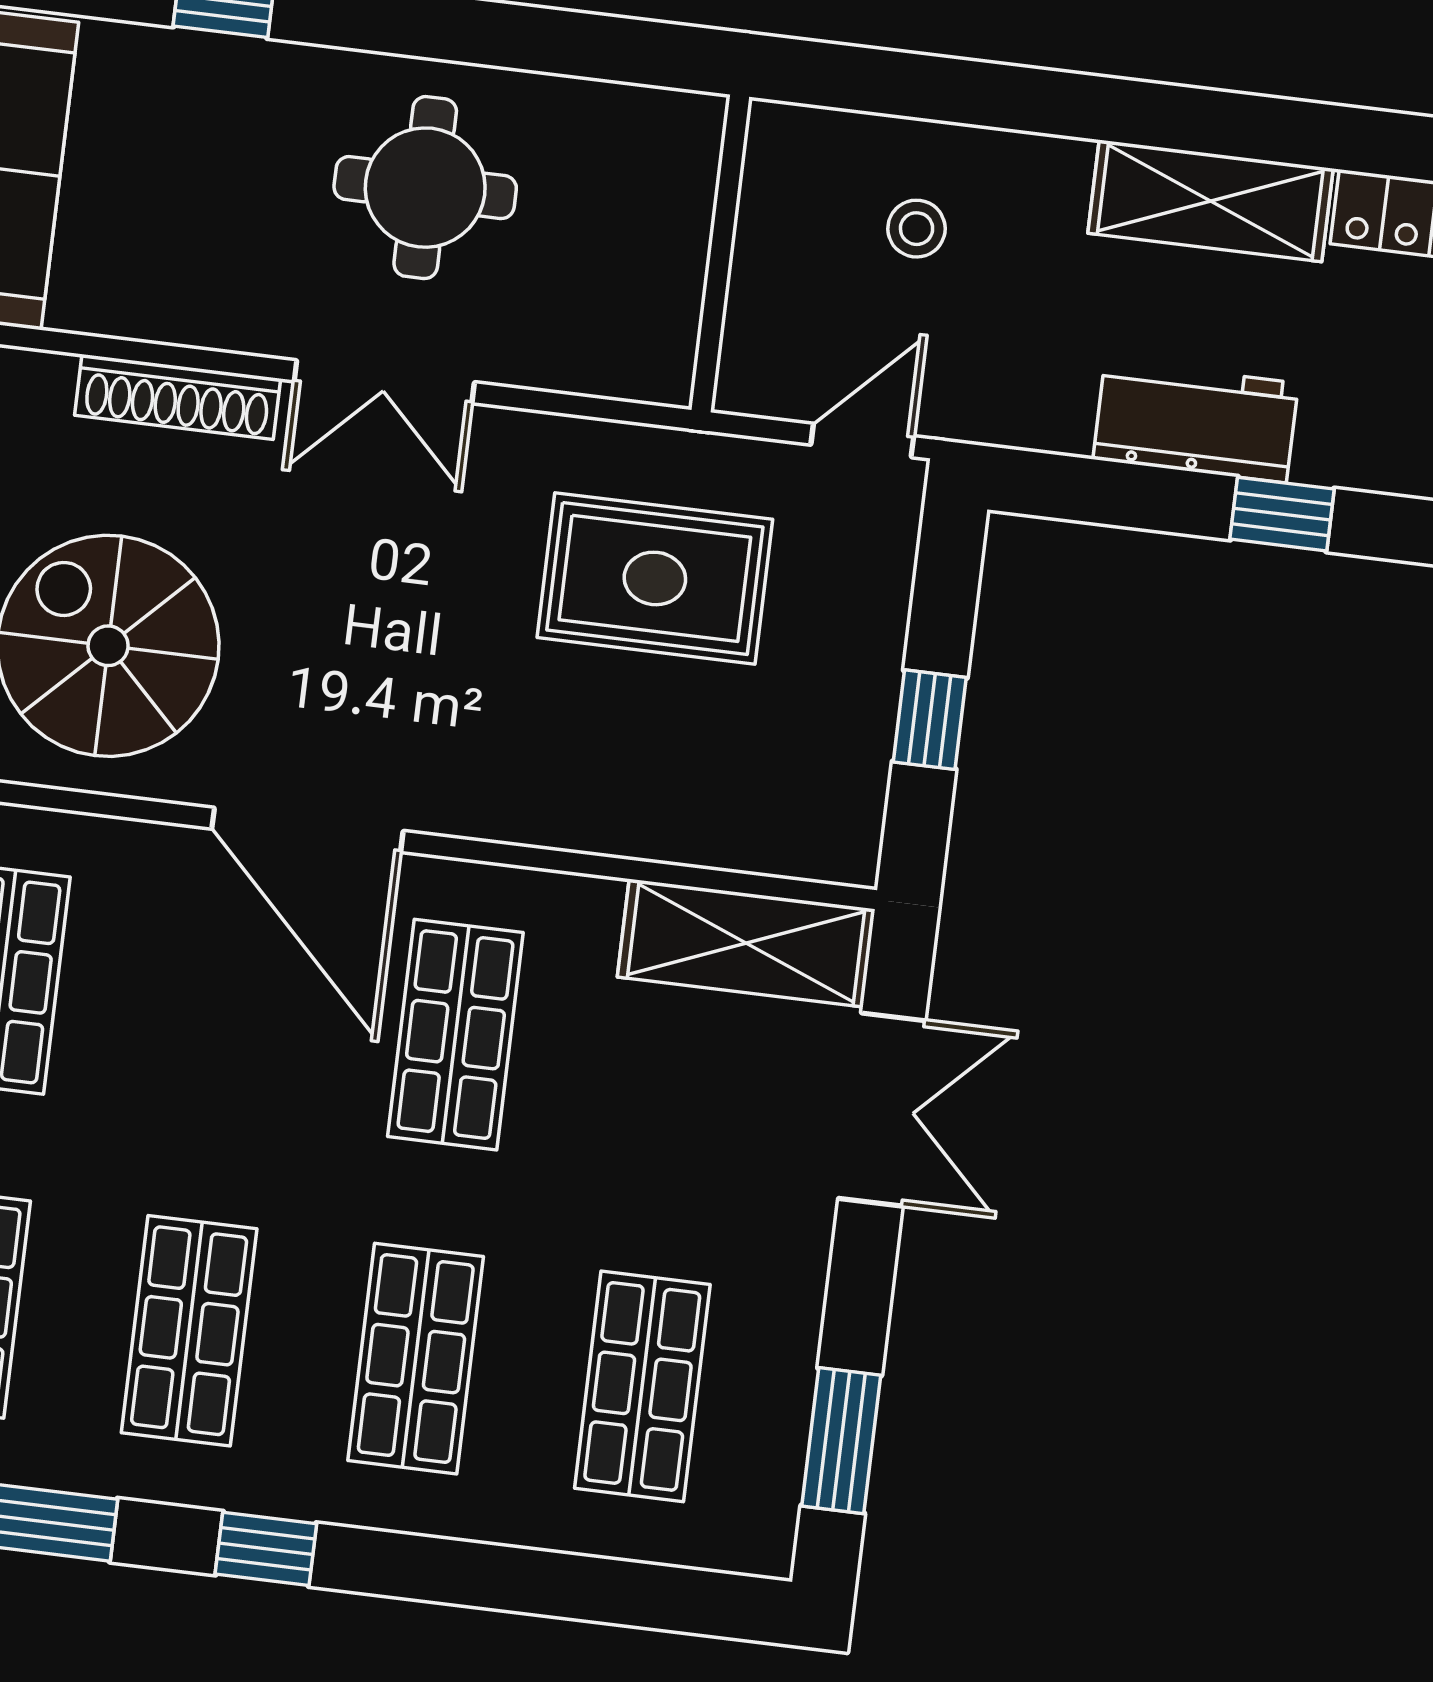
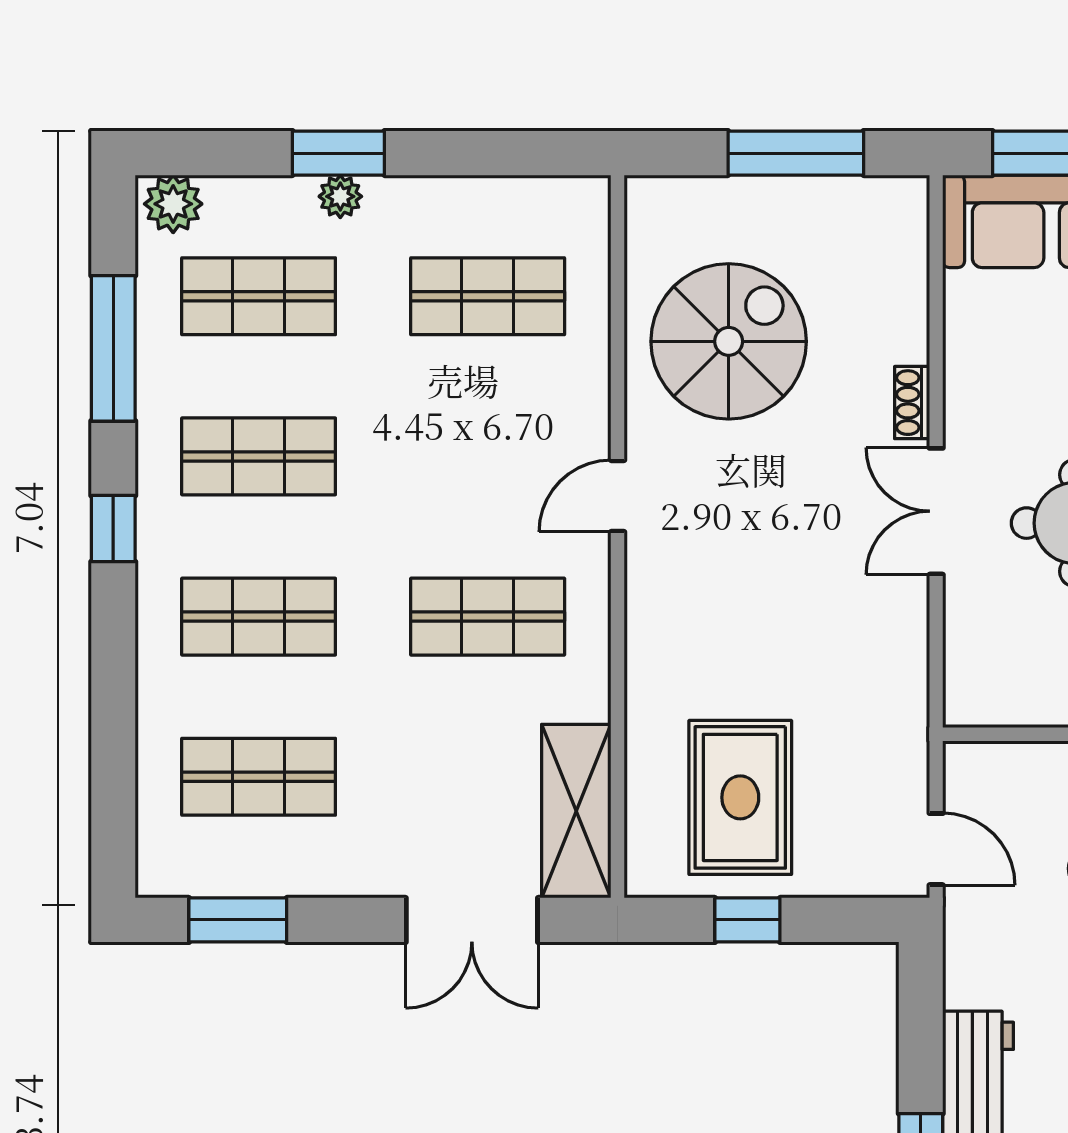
shoe rack: (178, 397) -> (912, 403), width x0.51, depth x0.81
rug: (655, 578) -> (740, 797), moved
door: (307, 830) -> (618, 496), width x0.53

